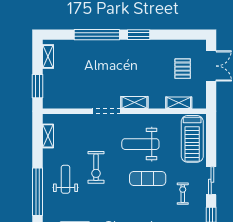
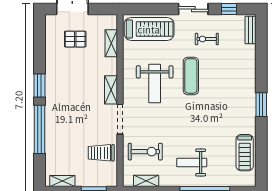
trolley: (75, 93) -> (101, 153), added
exercise bike: (96, 167) -> (145, 152), moved

